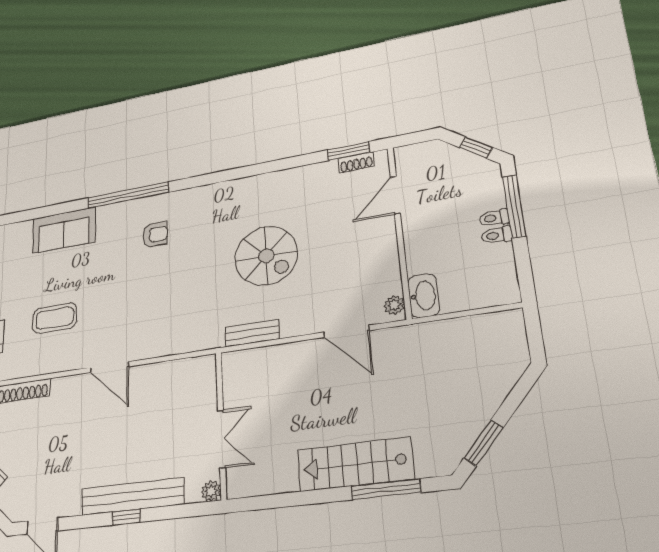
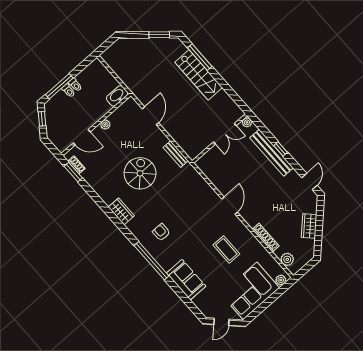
wardrobe: (232, 192) -> (121, 211), added
plant: (394, 305) -> (105, 124), moved
double door: (222, 439) -> (225, 134), swing flipped

